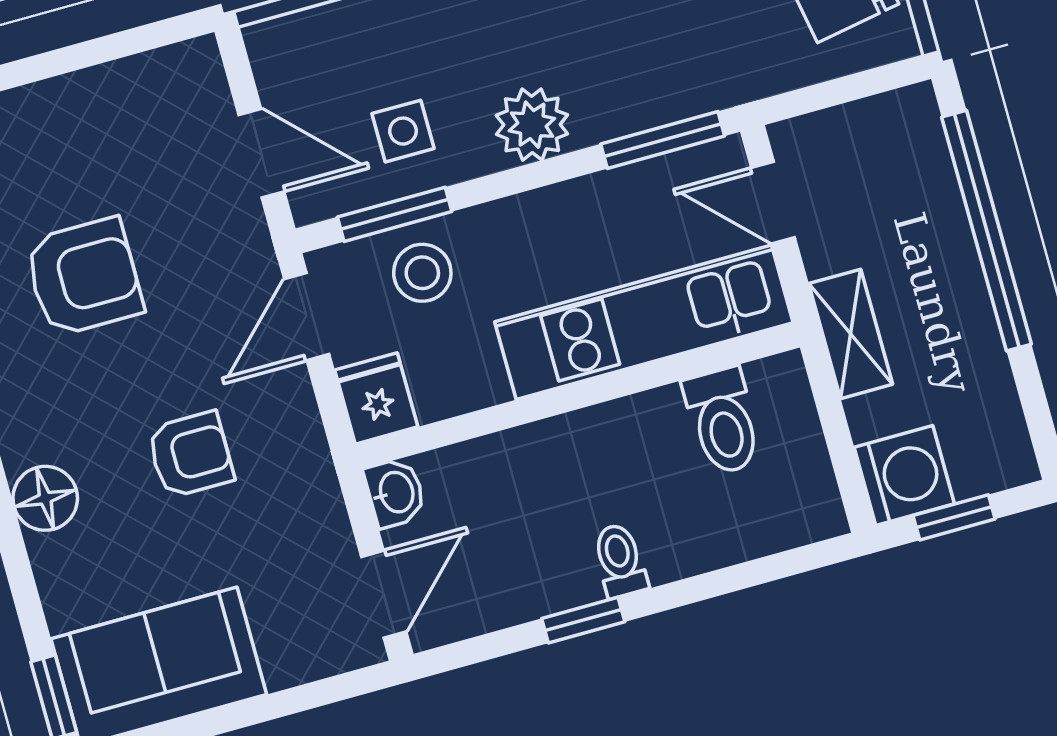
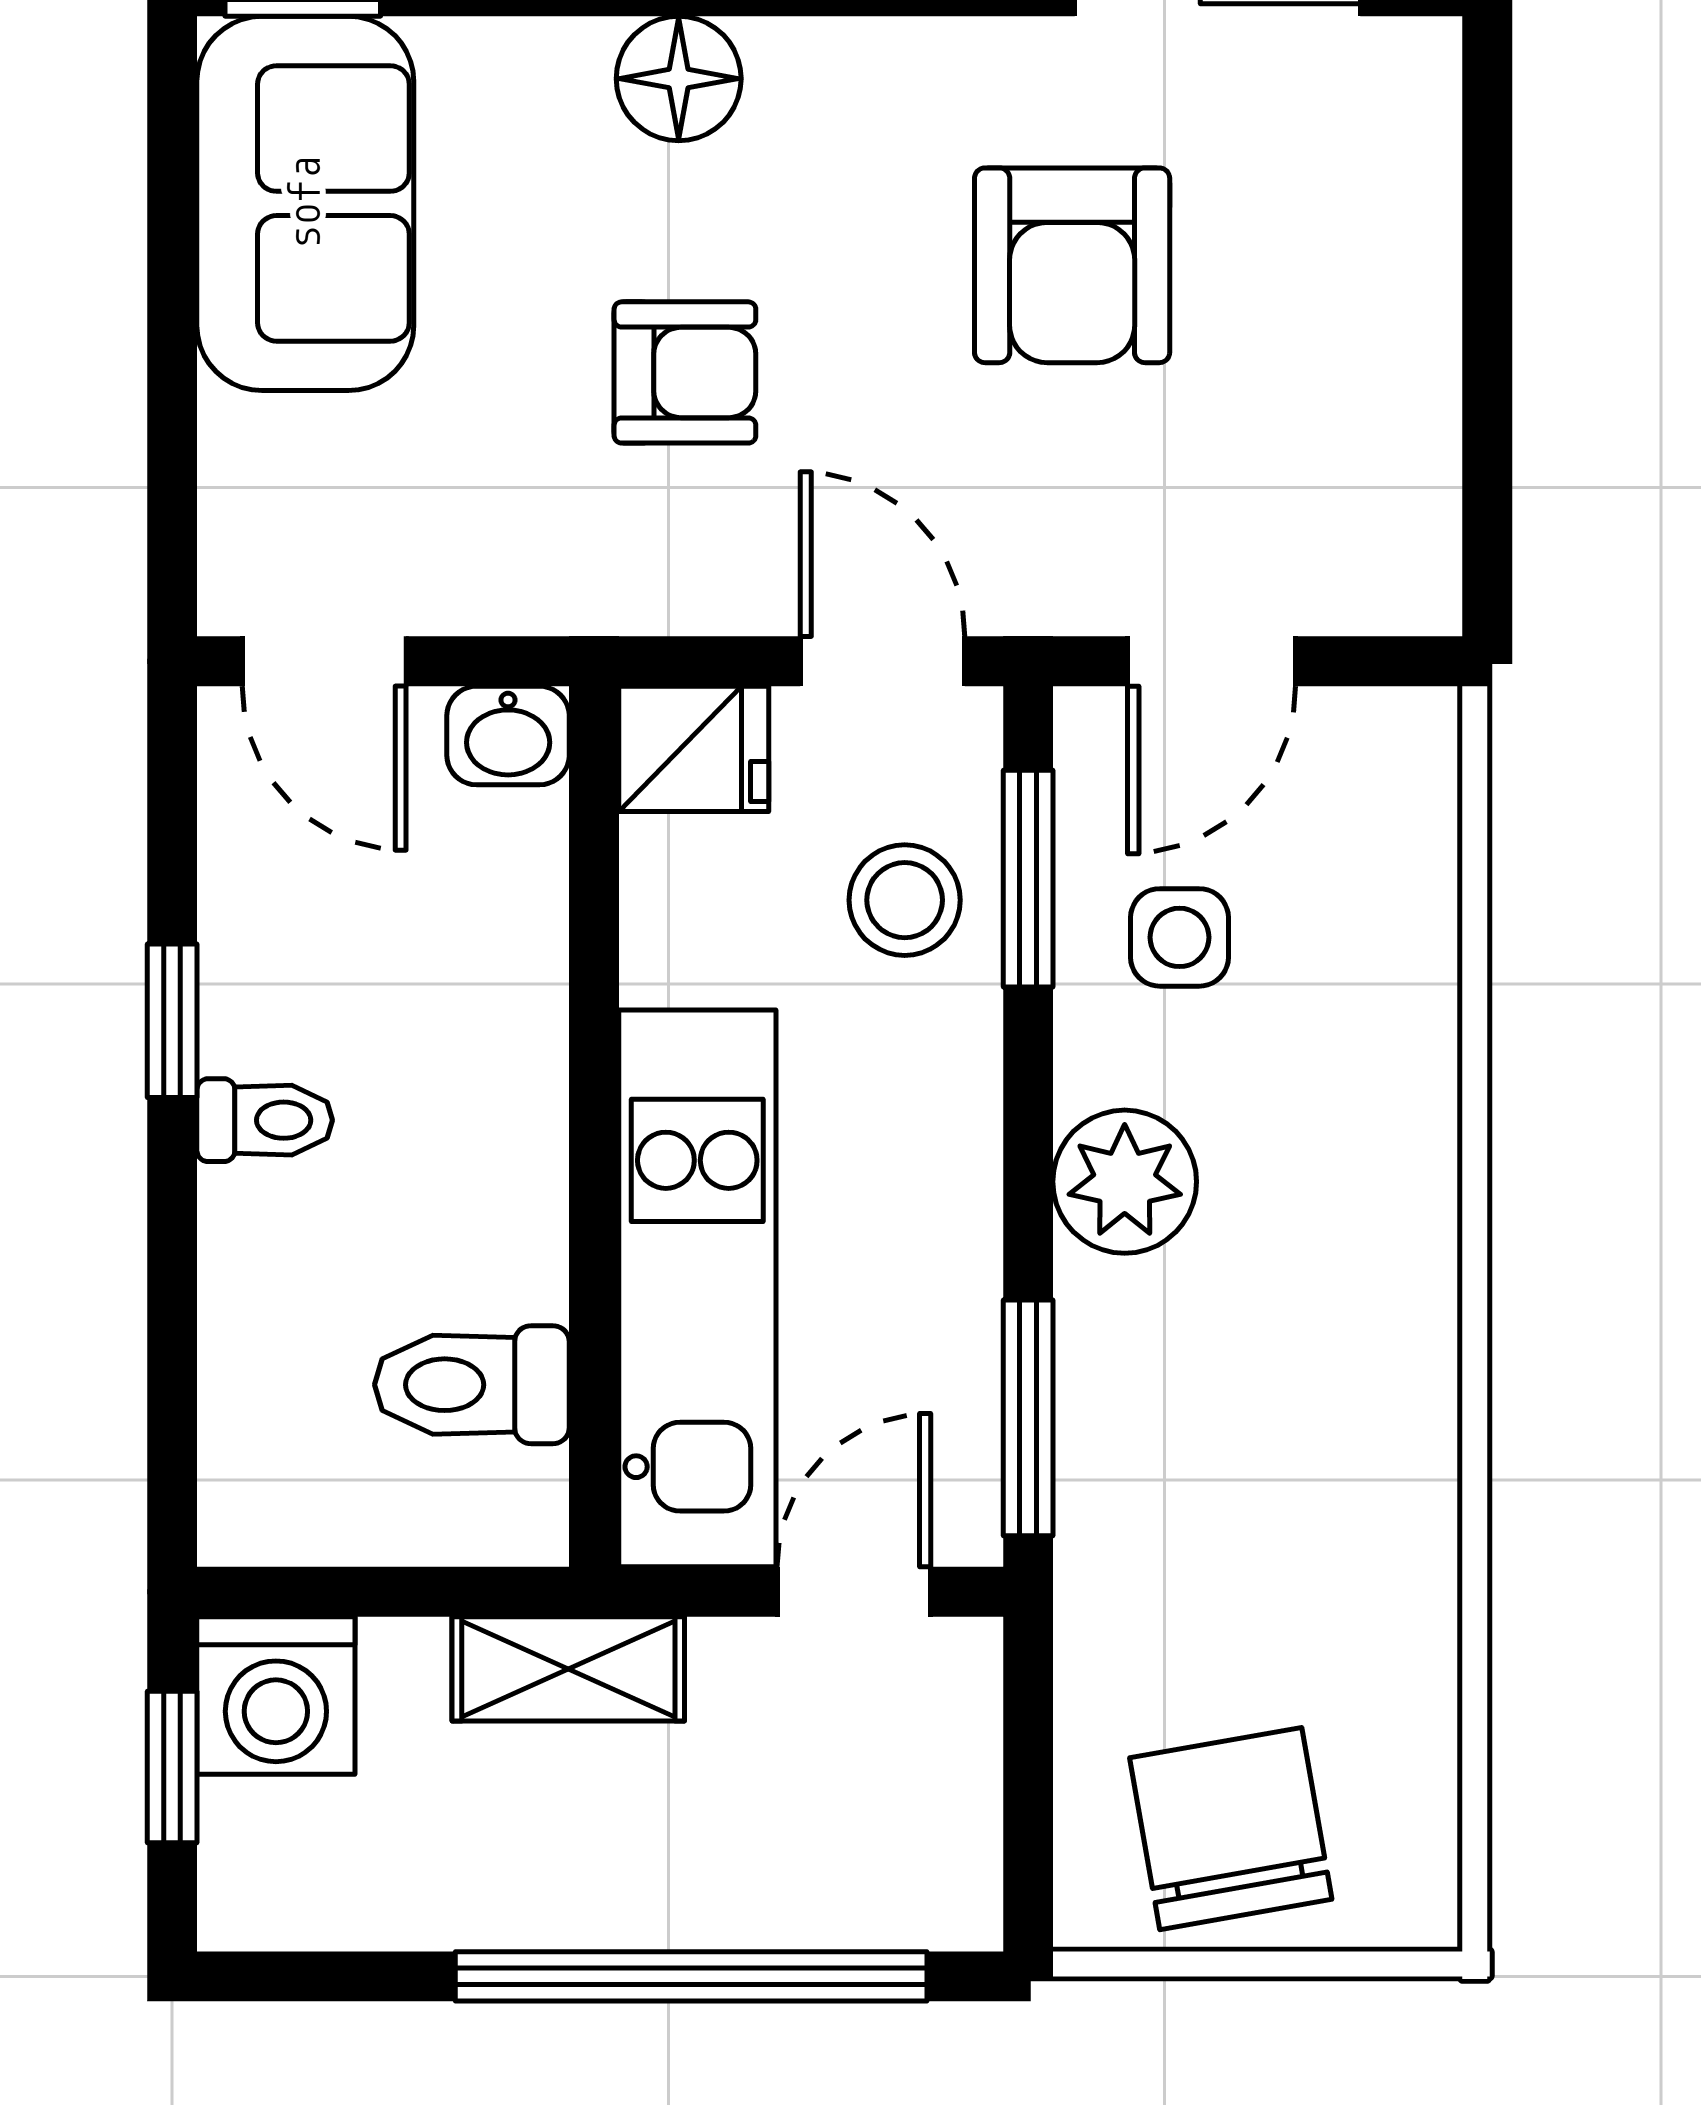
armchair: (190, 455) -> (685, 372), turned -90

